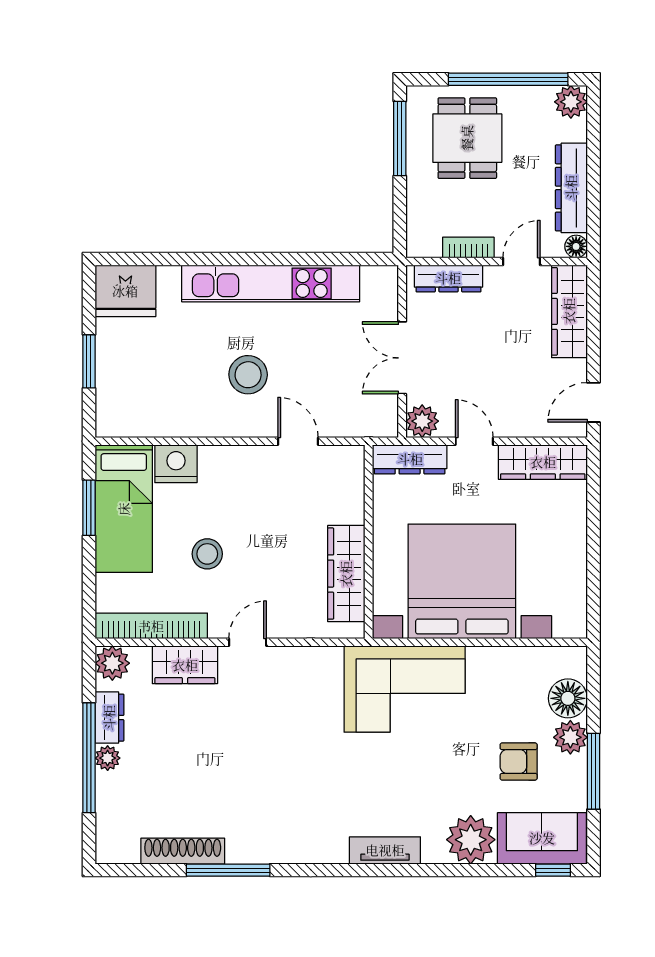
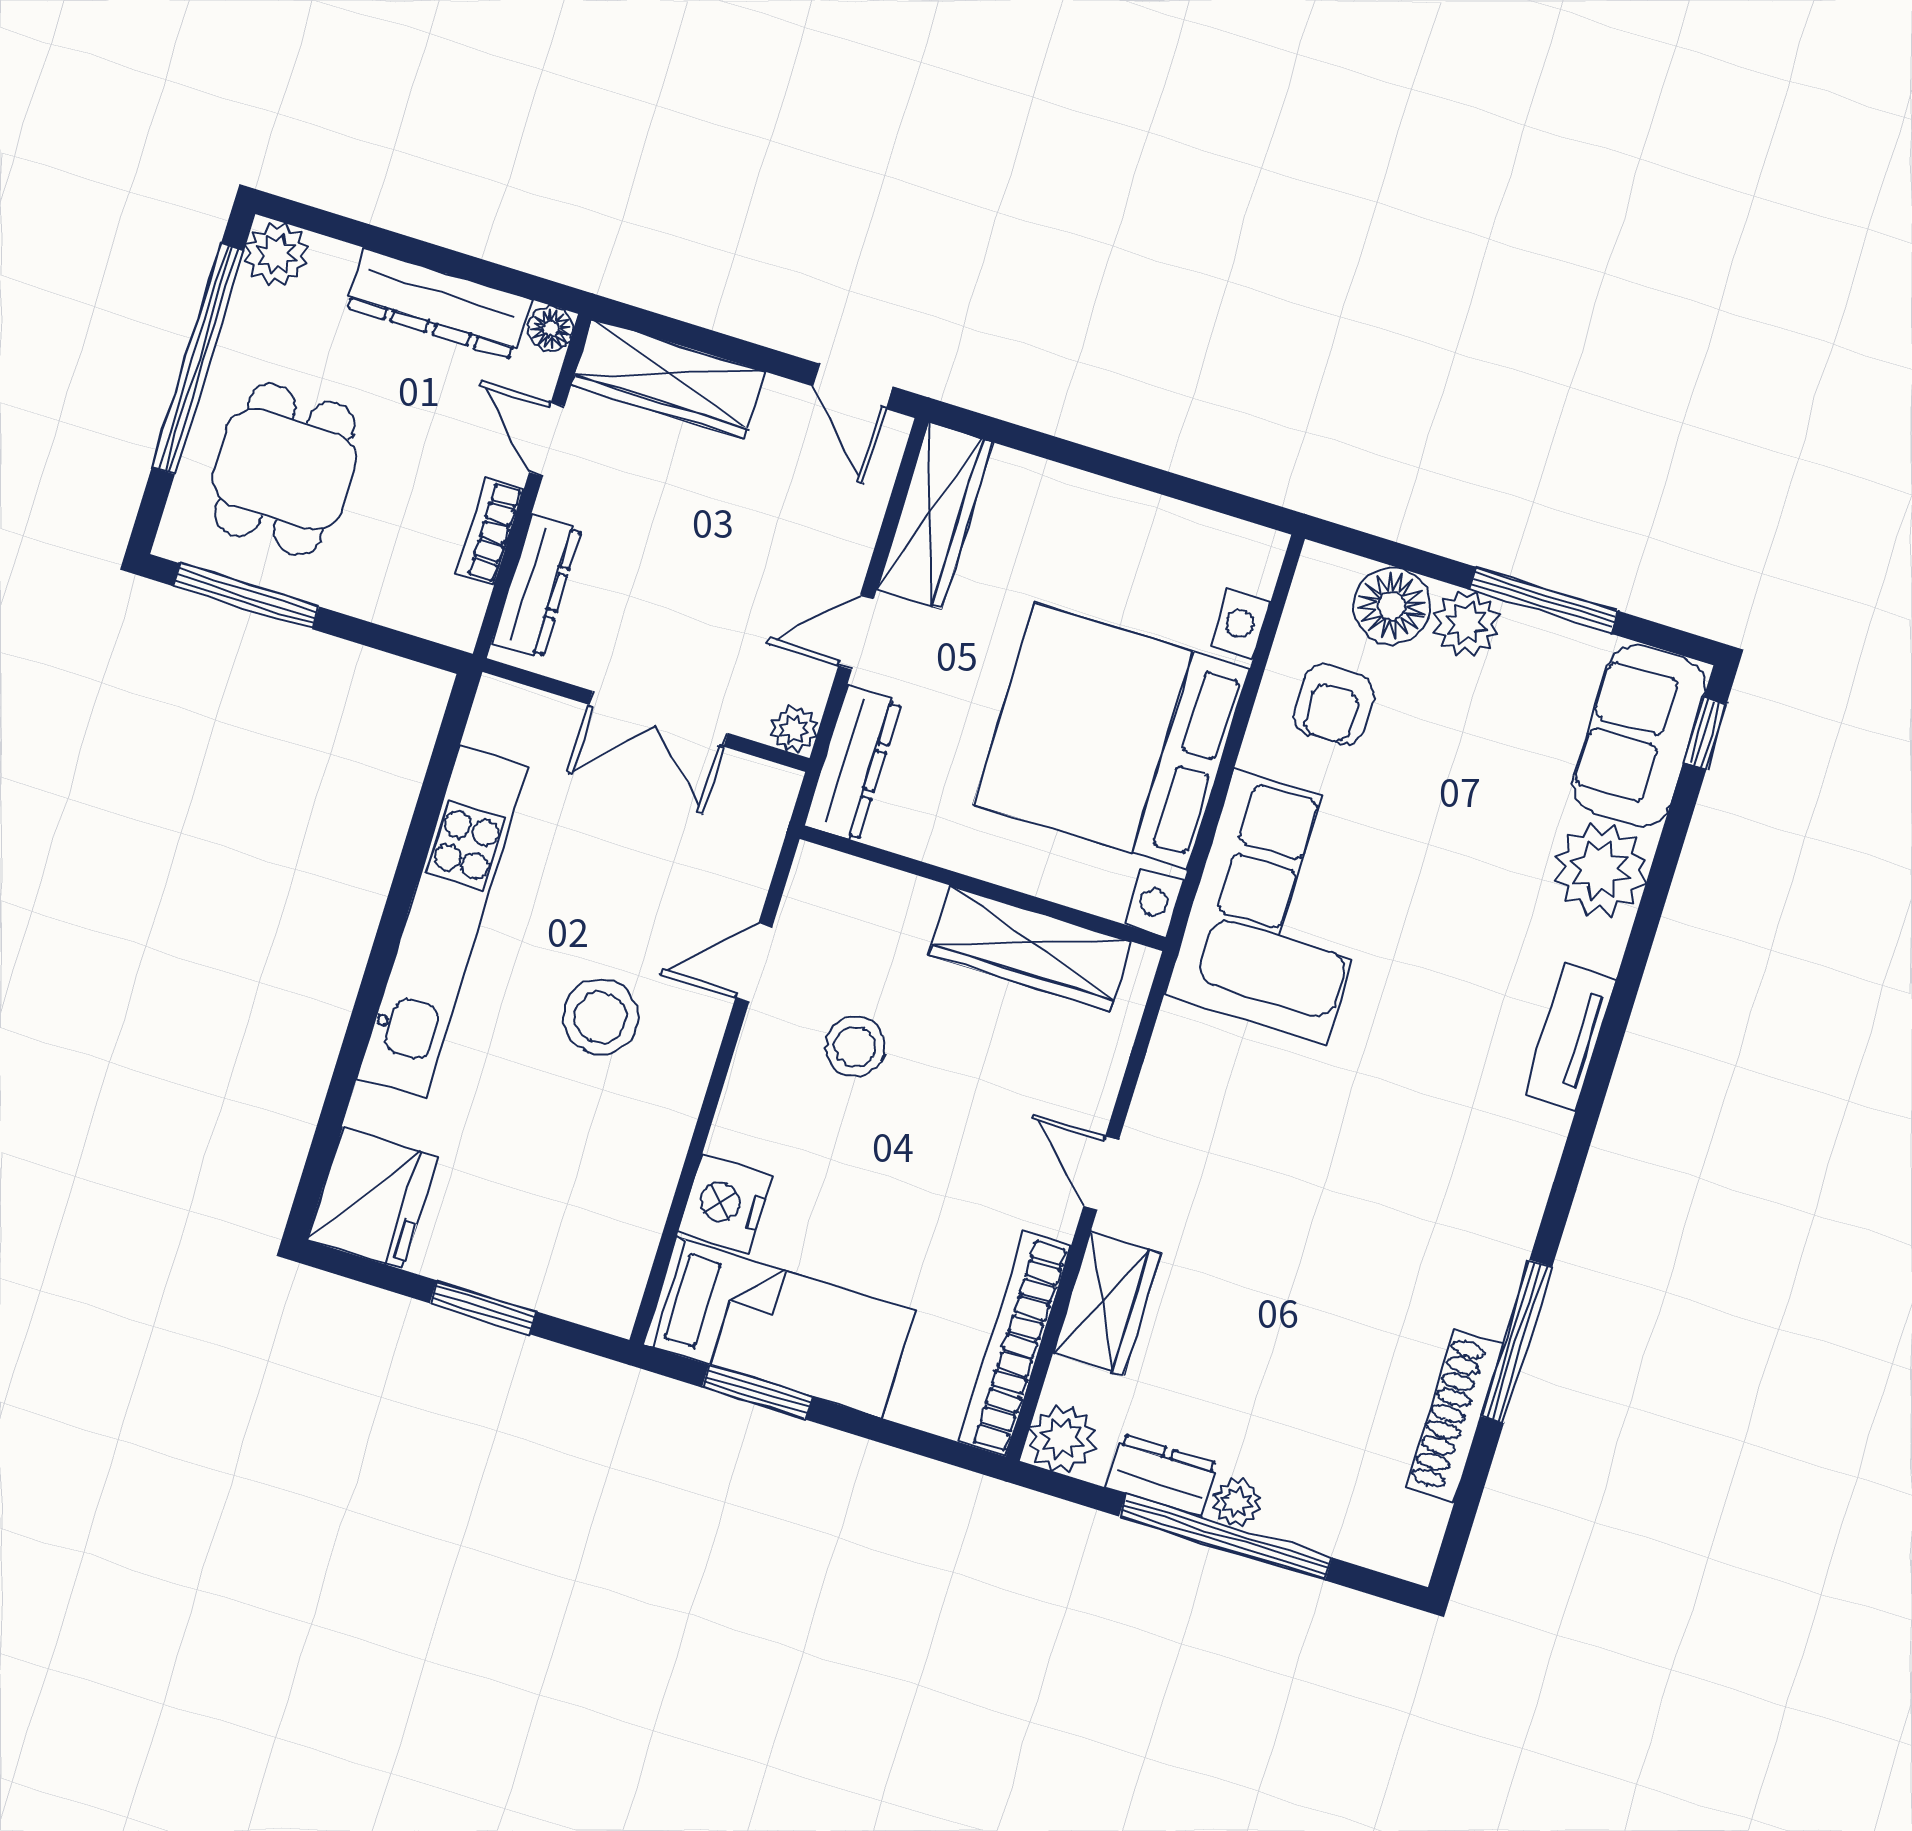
dining table: (467, 138) -> (285, 469), turned 90
plant: (422, 421) -> (794, 729), width x0.73, depth x0.73
stool: (207, 554) -> (855, 1047), moved
armchair: (519, 761) -> (1334, 705), moved

